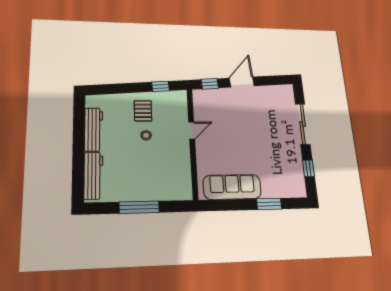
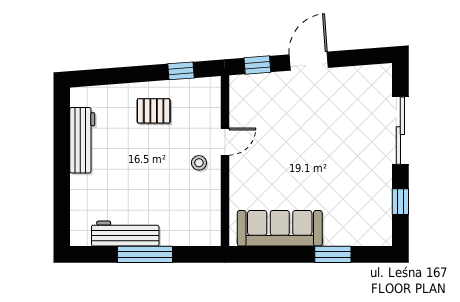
pallet: (143, 111) -> (154, 111), turned 90
stool: (146, 135) -> (199, 163), moved
workbench: (93, 176) -> (125, 234), moved, turned -90

